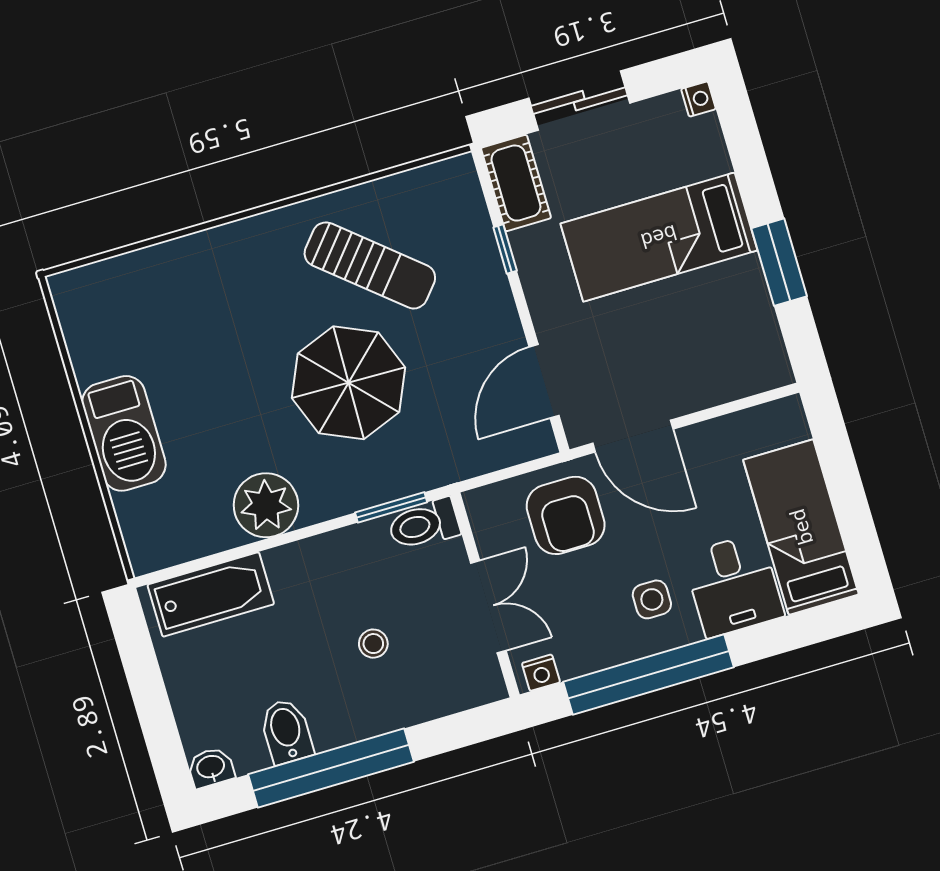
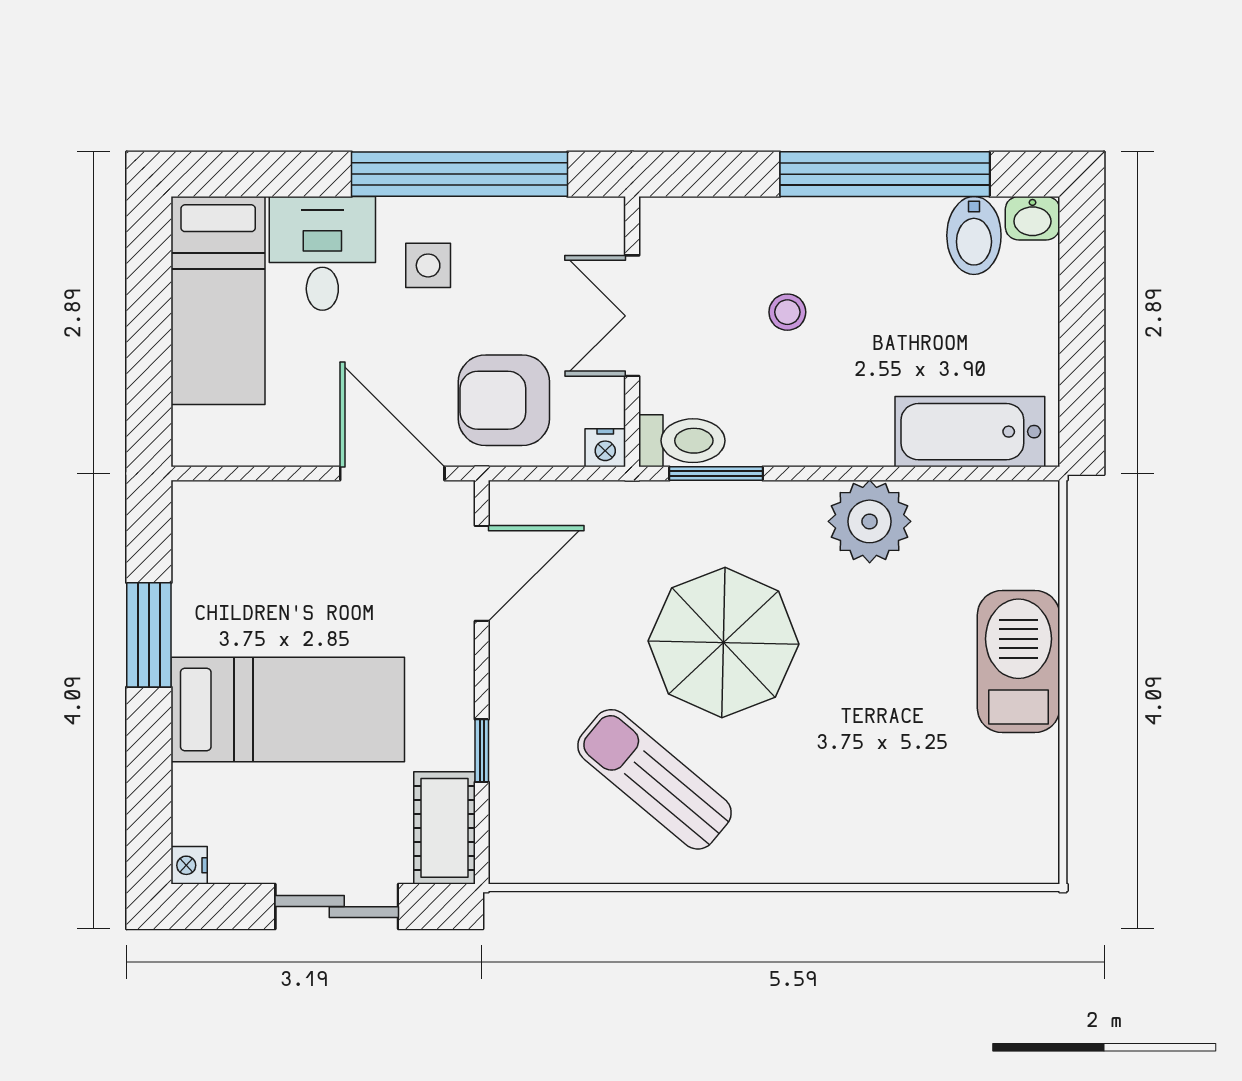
armchair: (566, 515) -> (504, 400), turned -90
nightstand: (541, 673) -> (605, 448), moved, turned 180
bidet: (286, 731) -> (974, 235), moved

